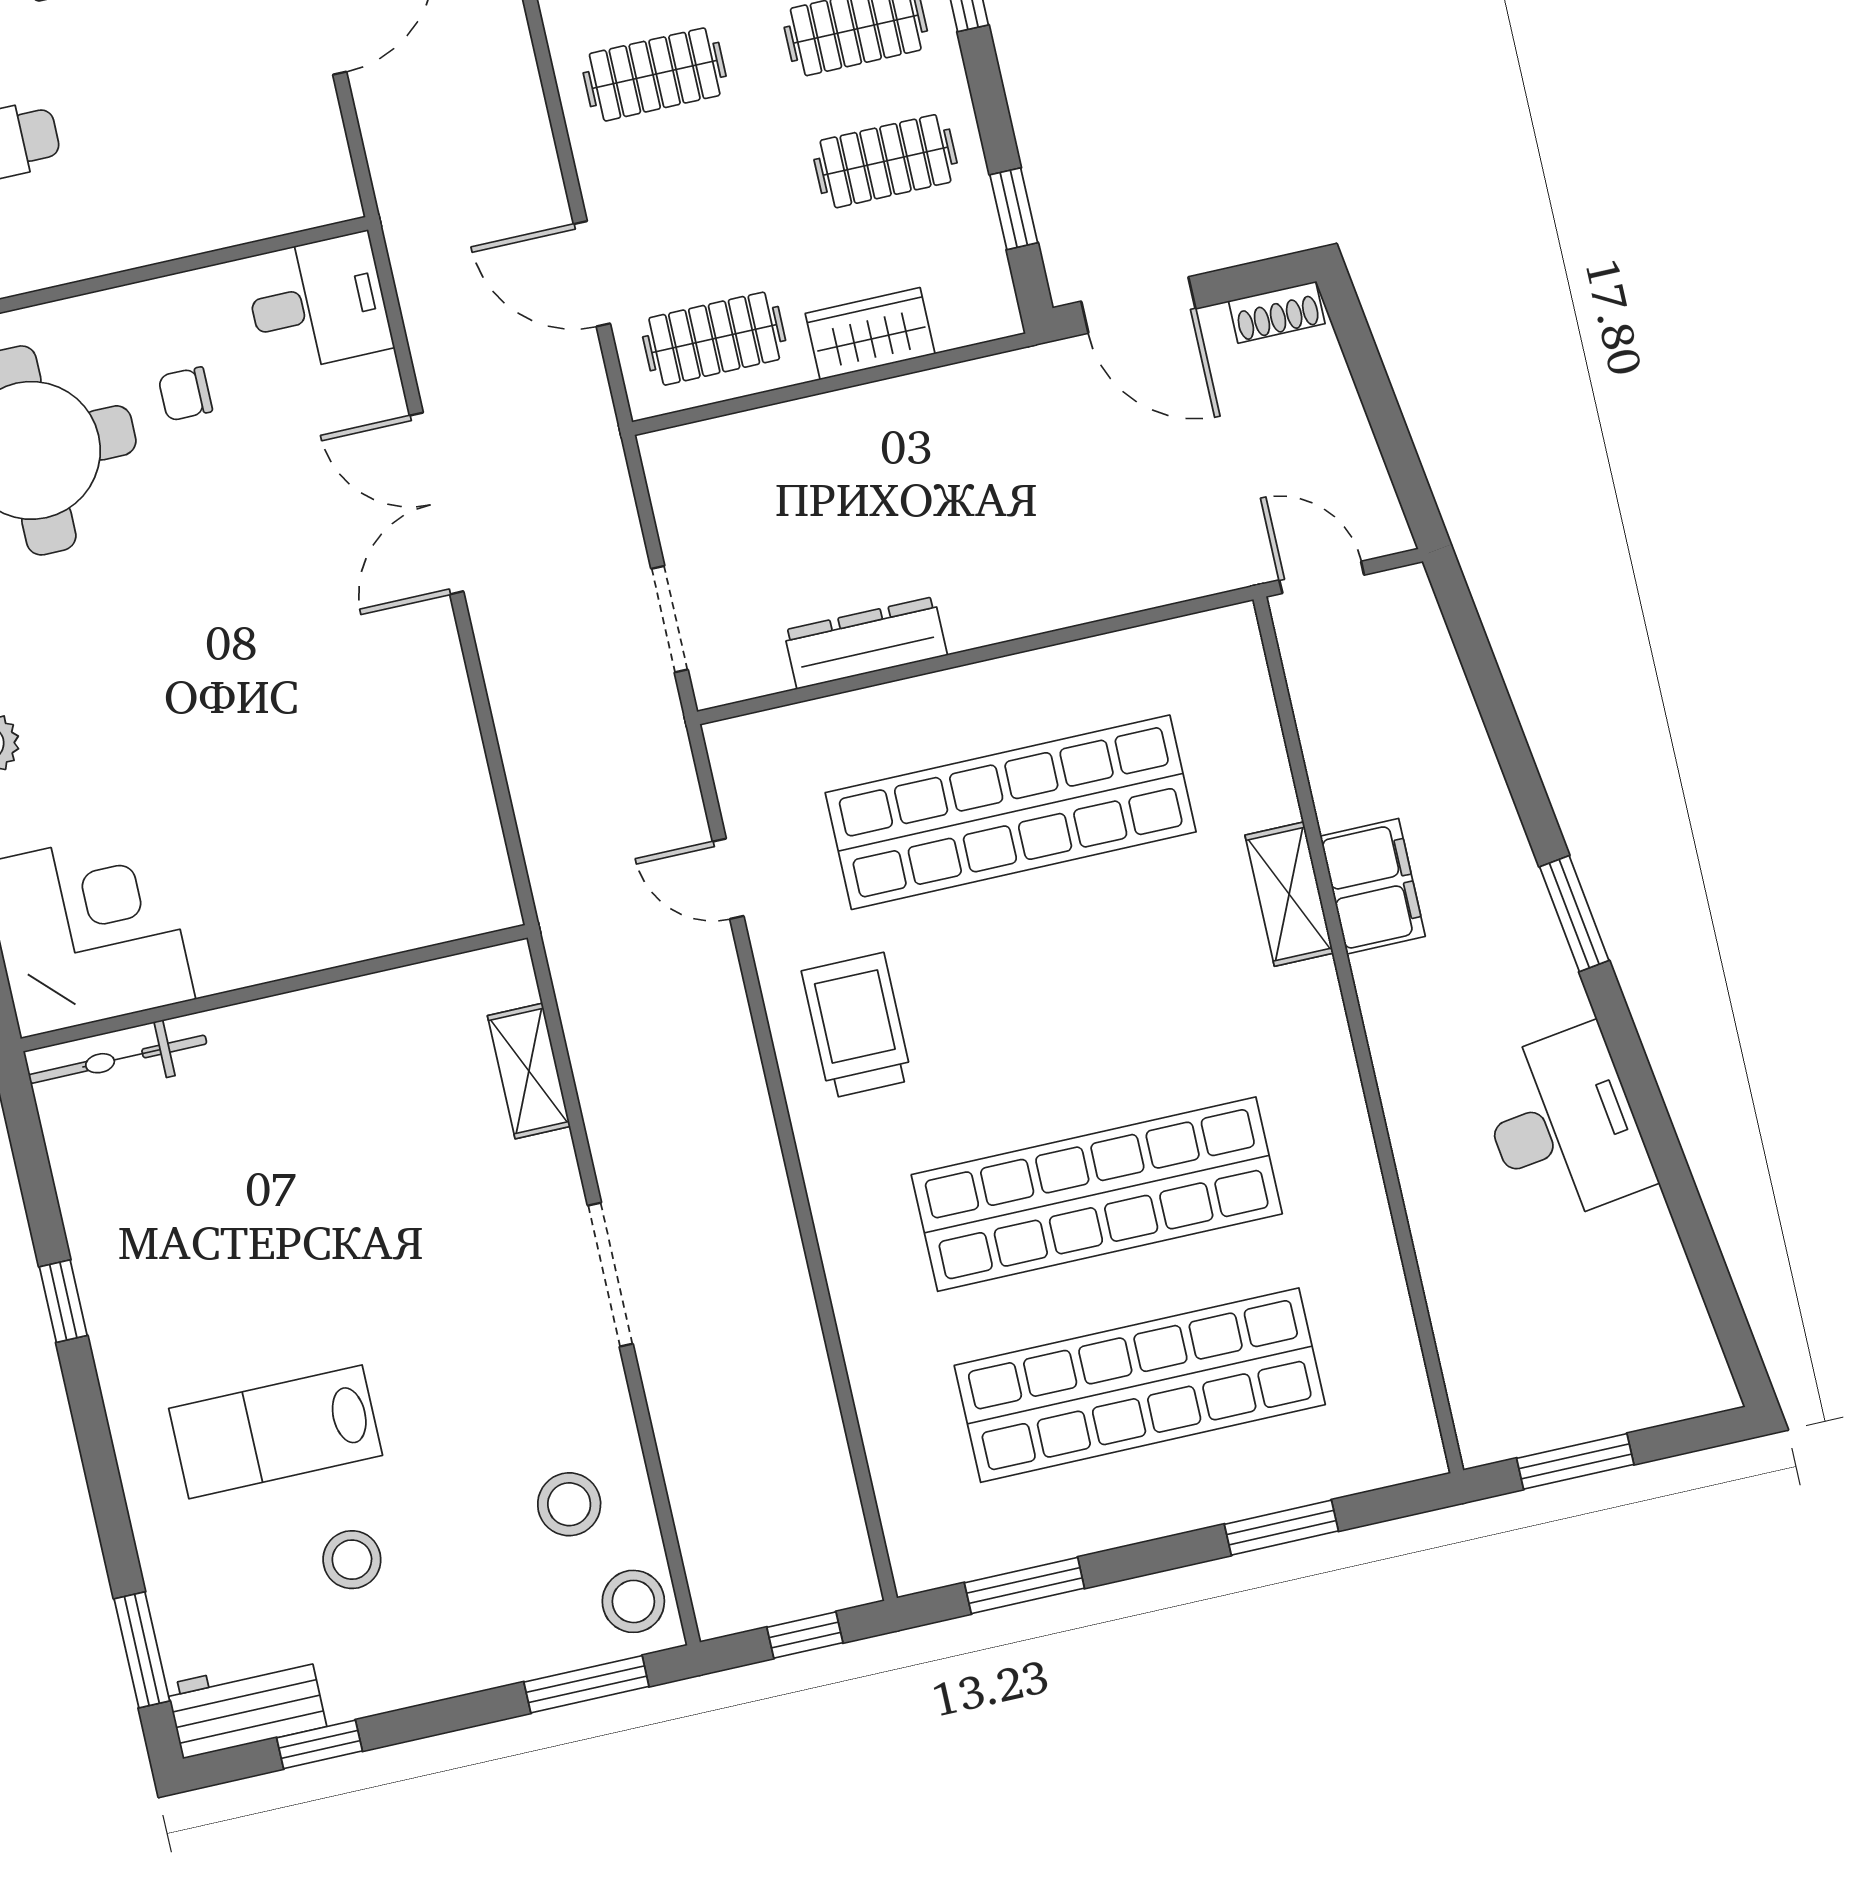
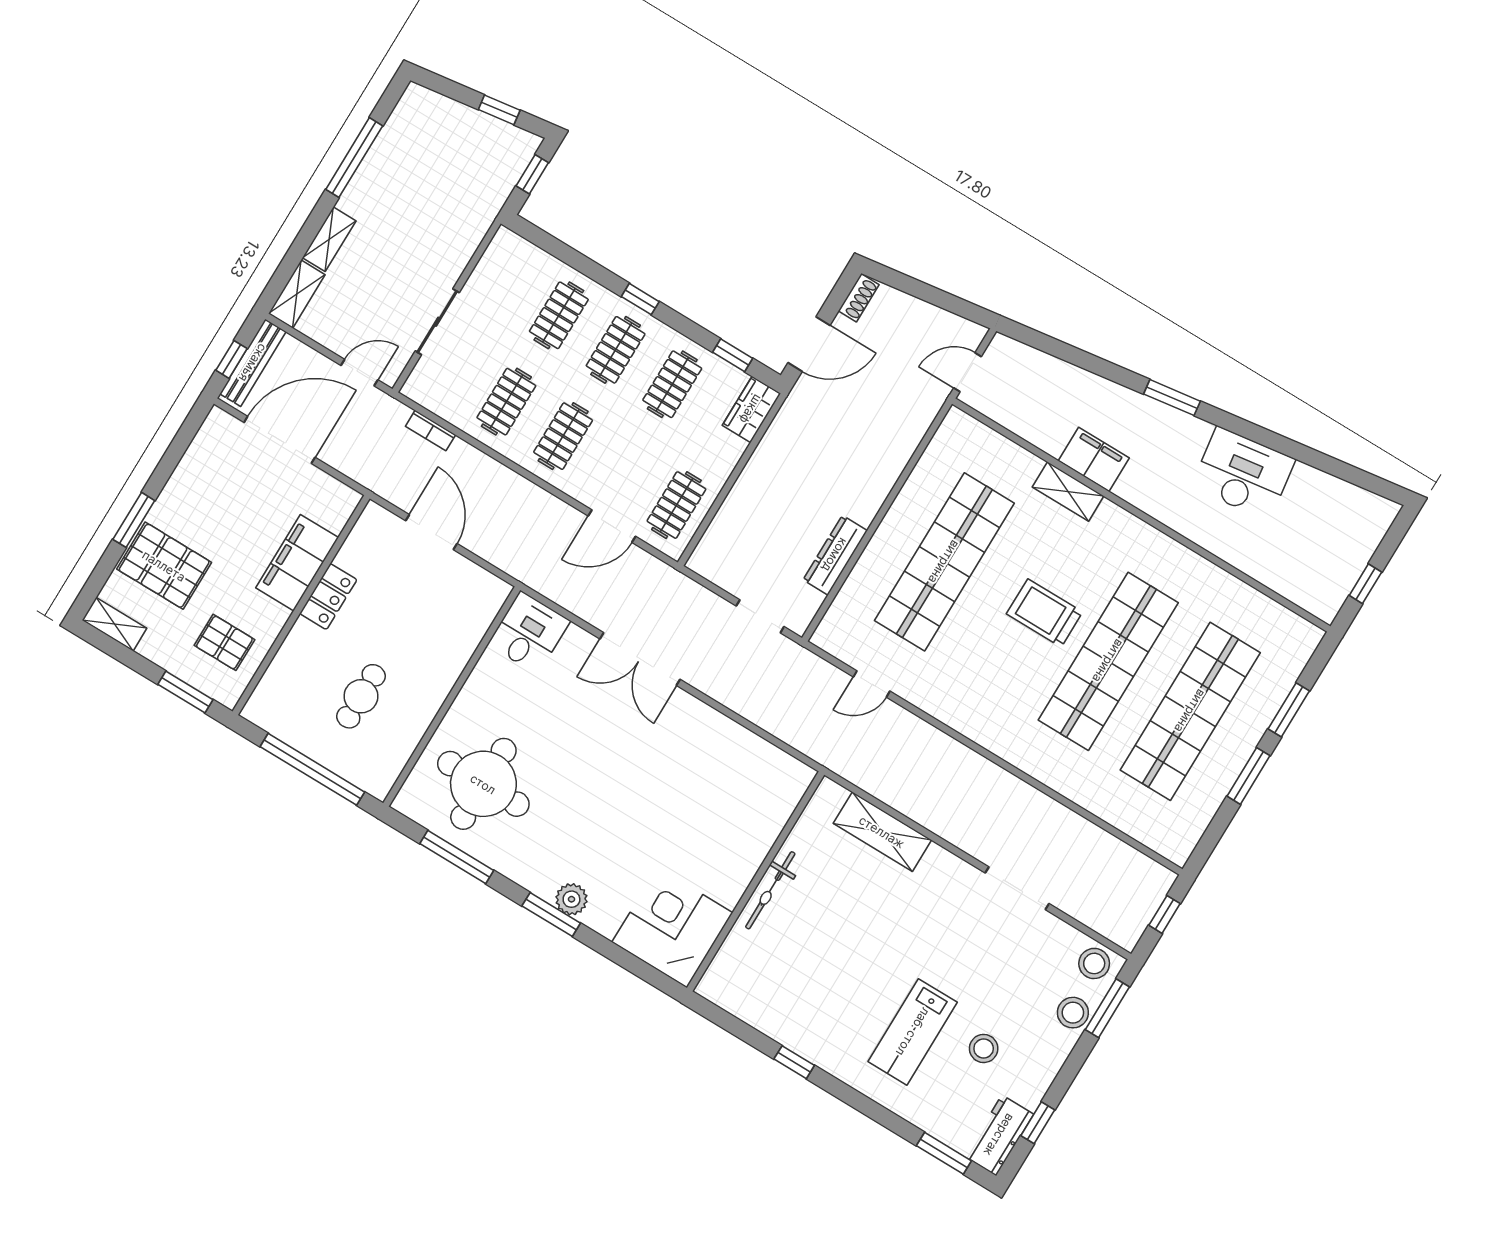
wardrobe: (870, 334) -> (751, 409), moved
chair: (185, 394) -> (516, 710), removed
trolley: (857, 1025) -> (1044, 613), moved
bicycle: (118, 1059) -> (770, 890), moved
shelving: (529, 1071) -> (882, 832), width x1.50, depth x1.33
doorway: (610, 1275) -> (1017, 888), moved
window: (1575, 1461) -> (1365, 584), width x0.67
stool: (569, 1504) -> (1073, 1013), moved
window: (1024, 1586) -> (1249, 776), moved

